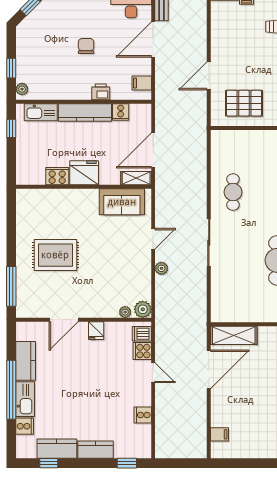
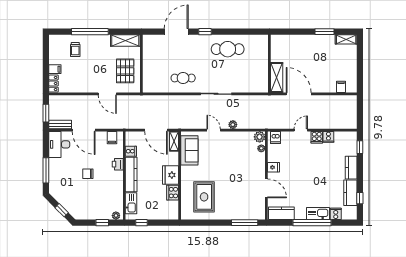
rug: (55, 255) -> (204, 197), moved
cooker: (142, 351) -> (317, 137), moved
kitchen counter: (26, 361) -> (281, 213), moved

